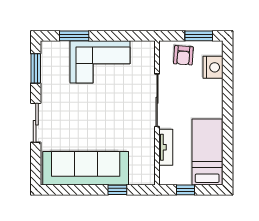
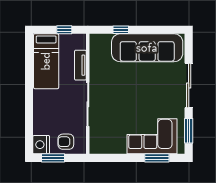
armchair: (183, 55) -> (66, 142), turned -94
corner sofa: (100, 62) -> (152, 136), moved
nightstand: (213, 67) -> (41, 145), moved
sliding door: (36, 123) -> (189, 86), width x1.37

